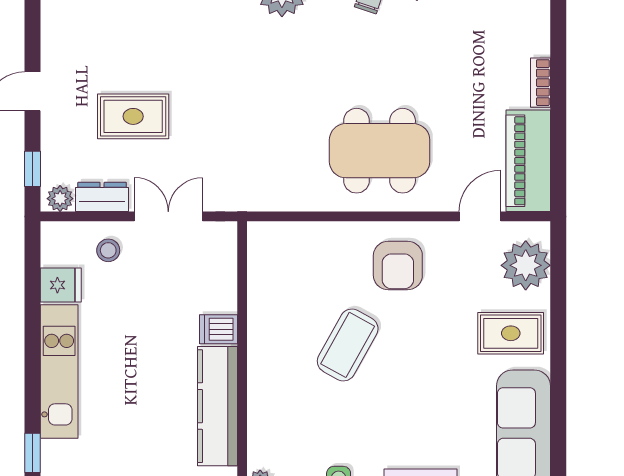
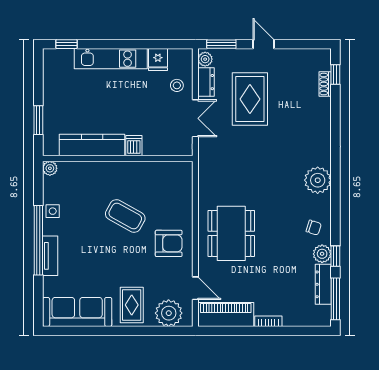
rug: (133, 116) -> (250, 99), width x1.36, depth x1.43
window: (32, 169) -> (221, 44), width x1.50
armchair: (398, 265) -> (169, 243), turned 180

